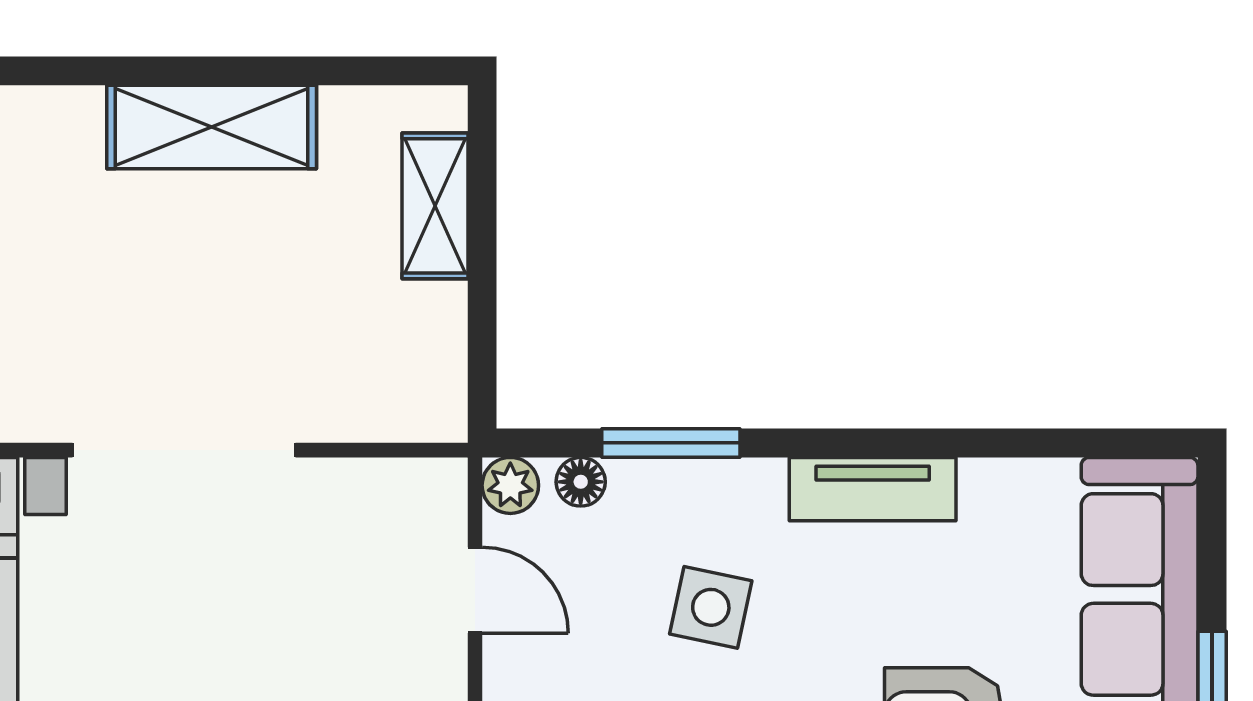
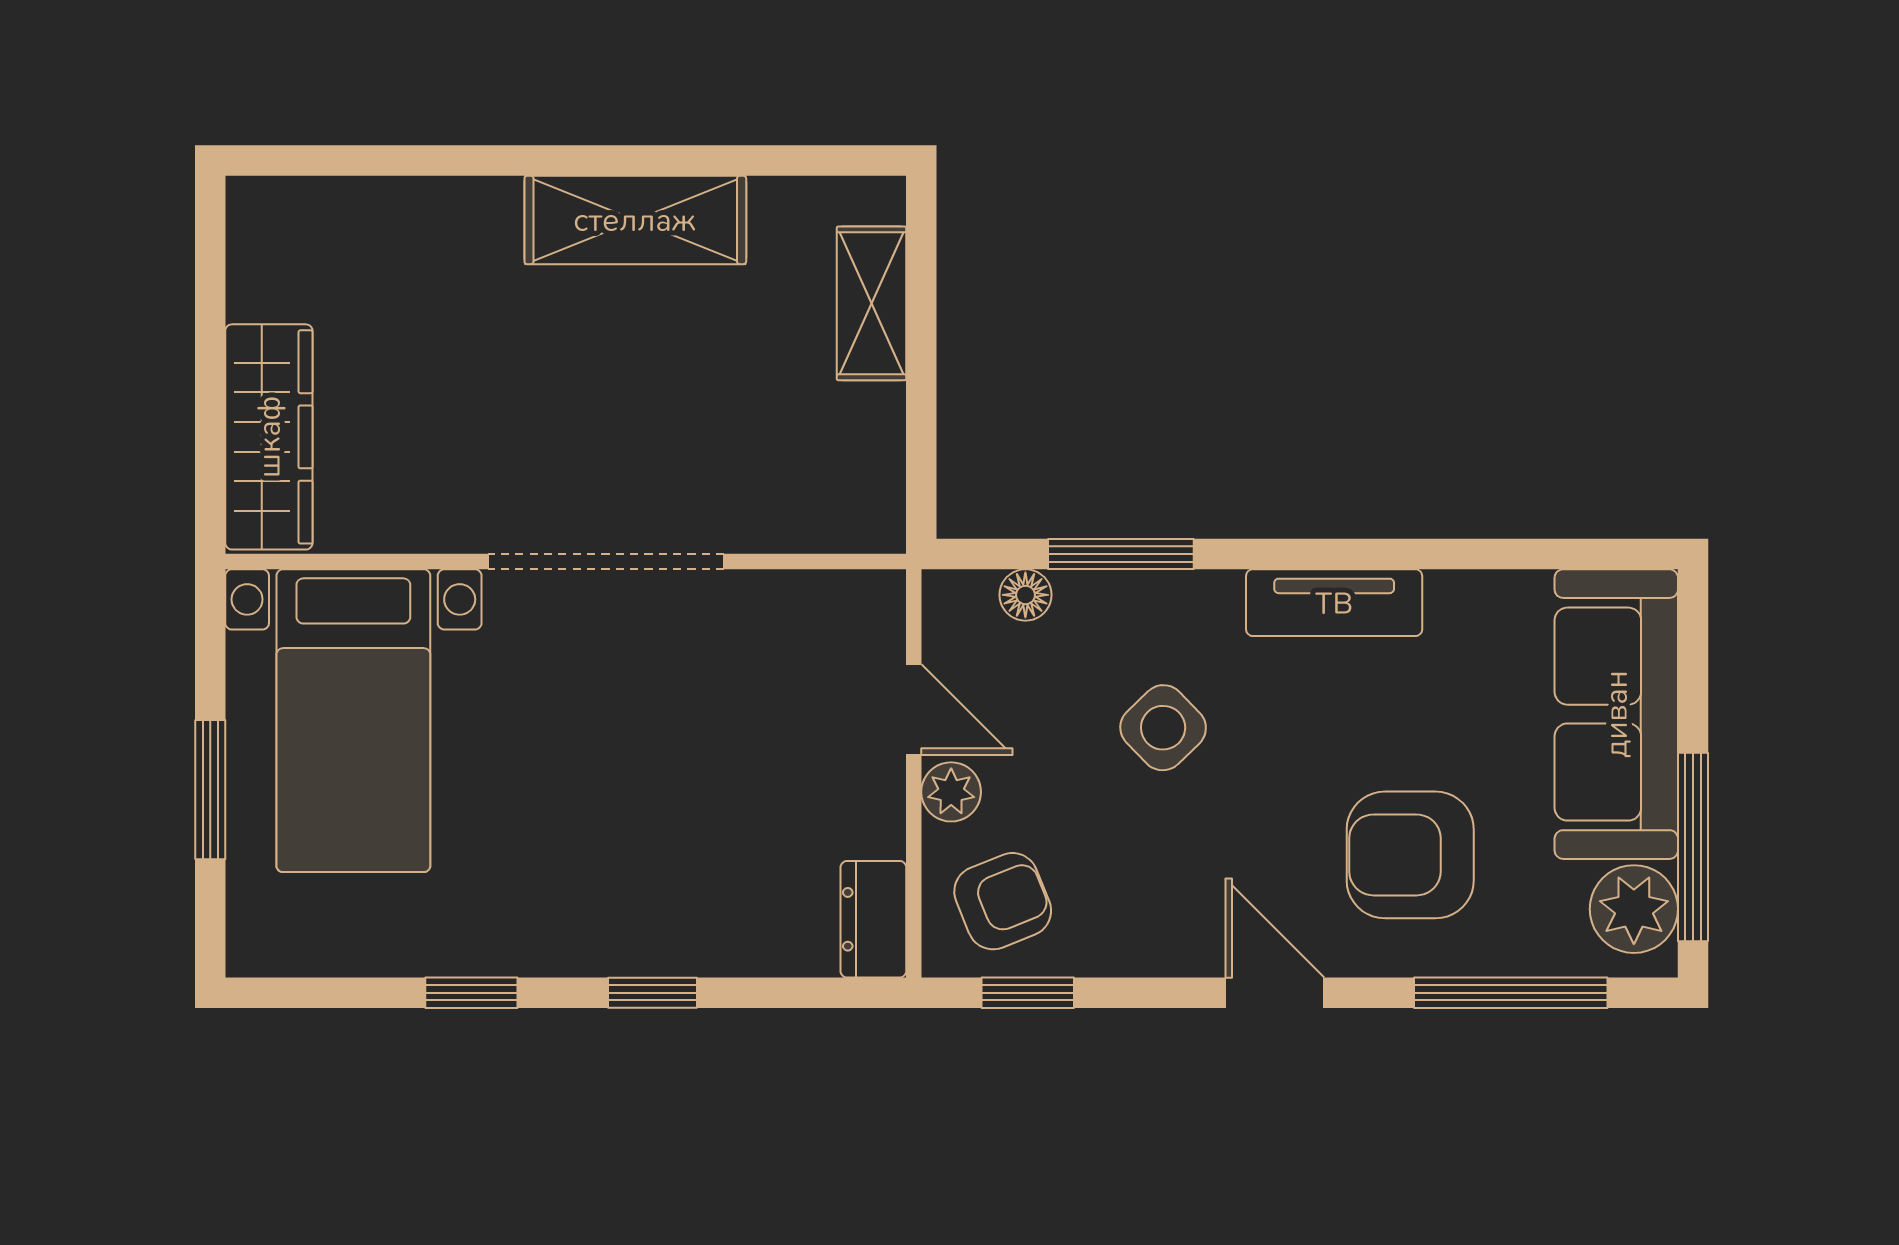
plant: (510, 485) -> (951, 792), moved
side table: (711, 607) -> (1163, 728), turned 34

